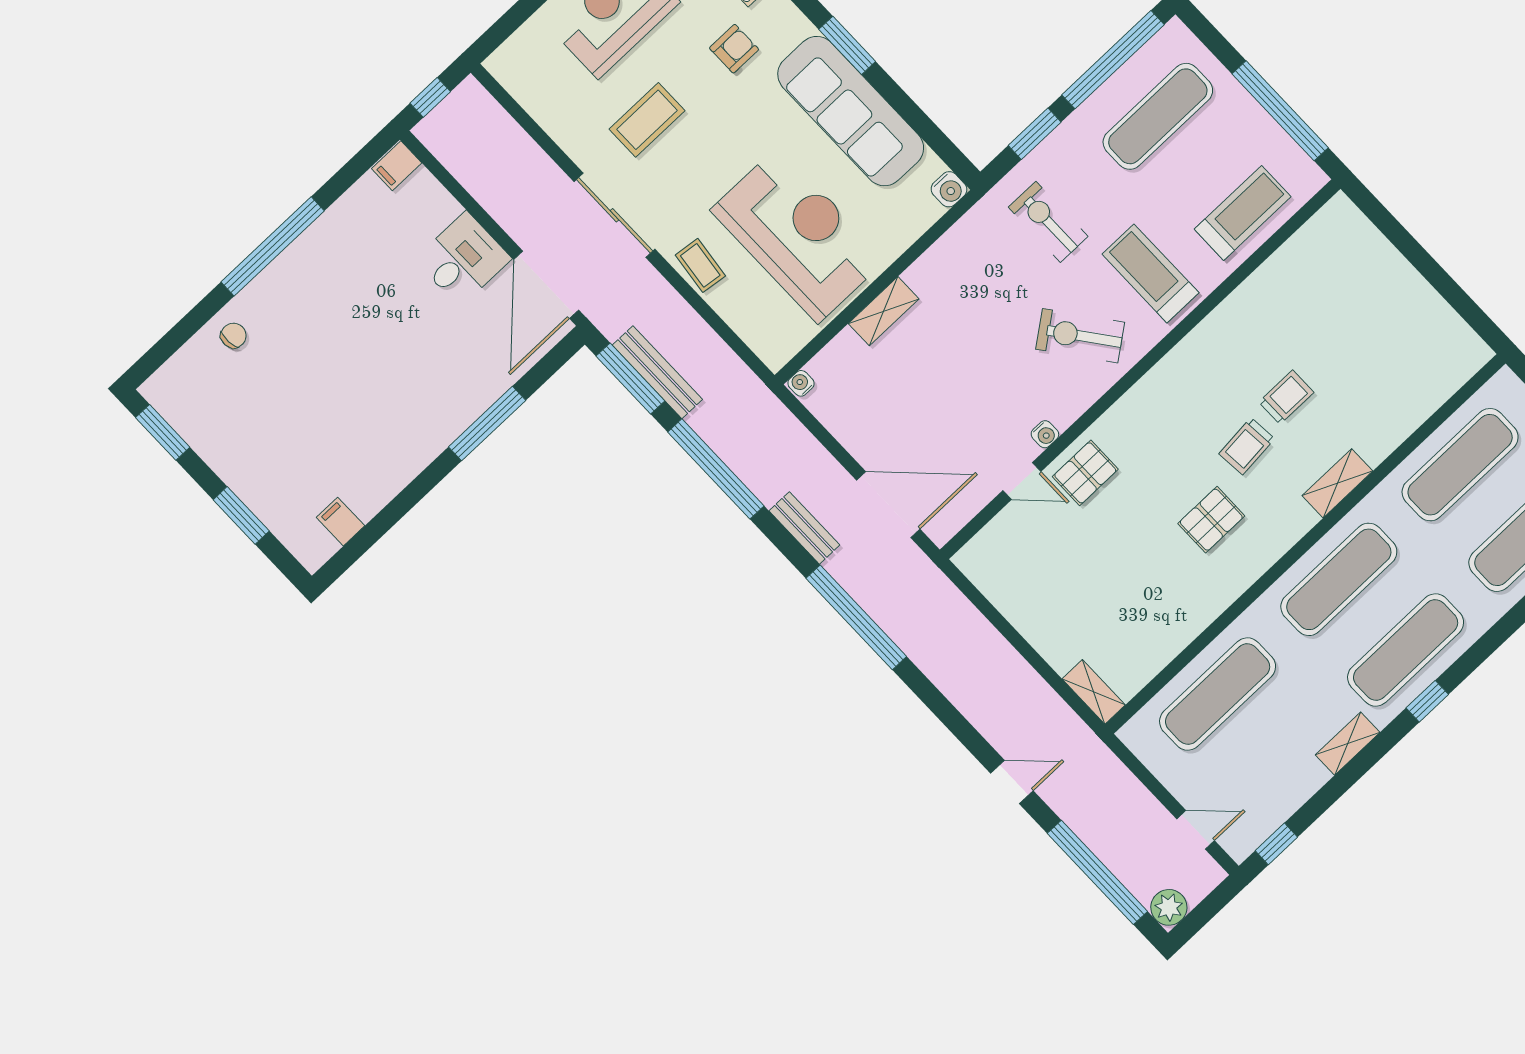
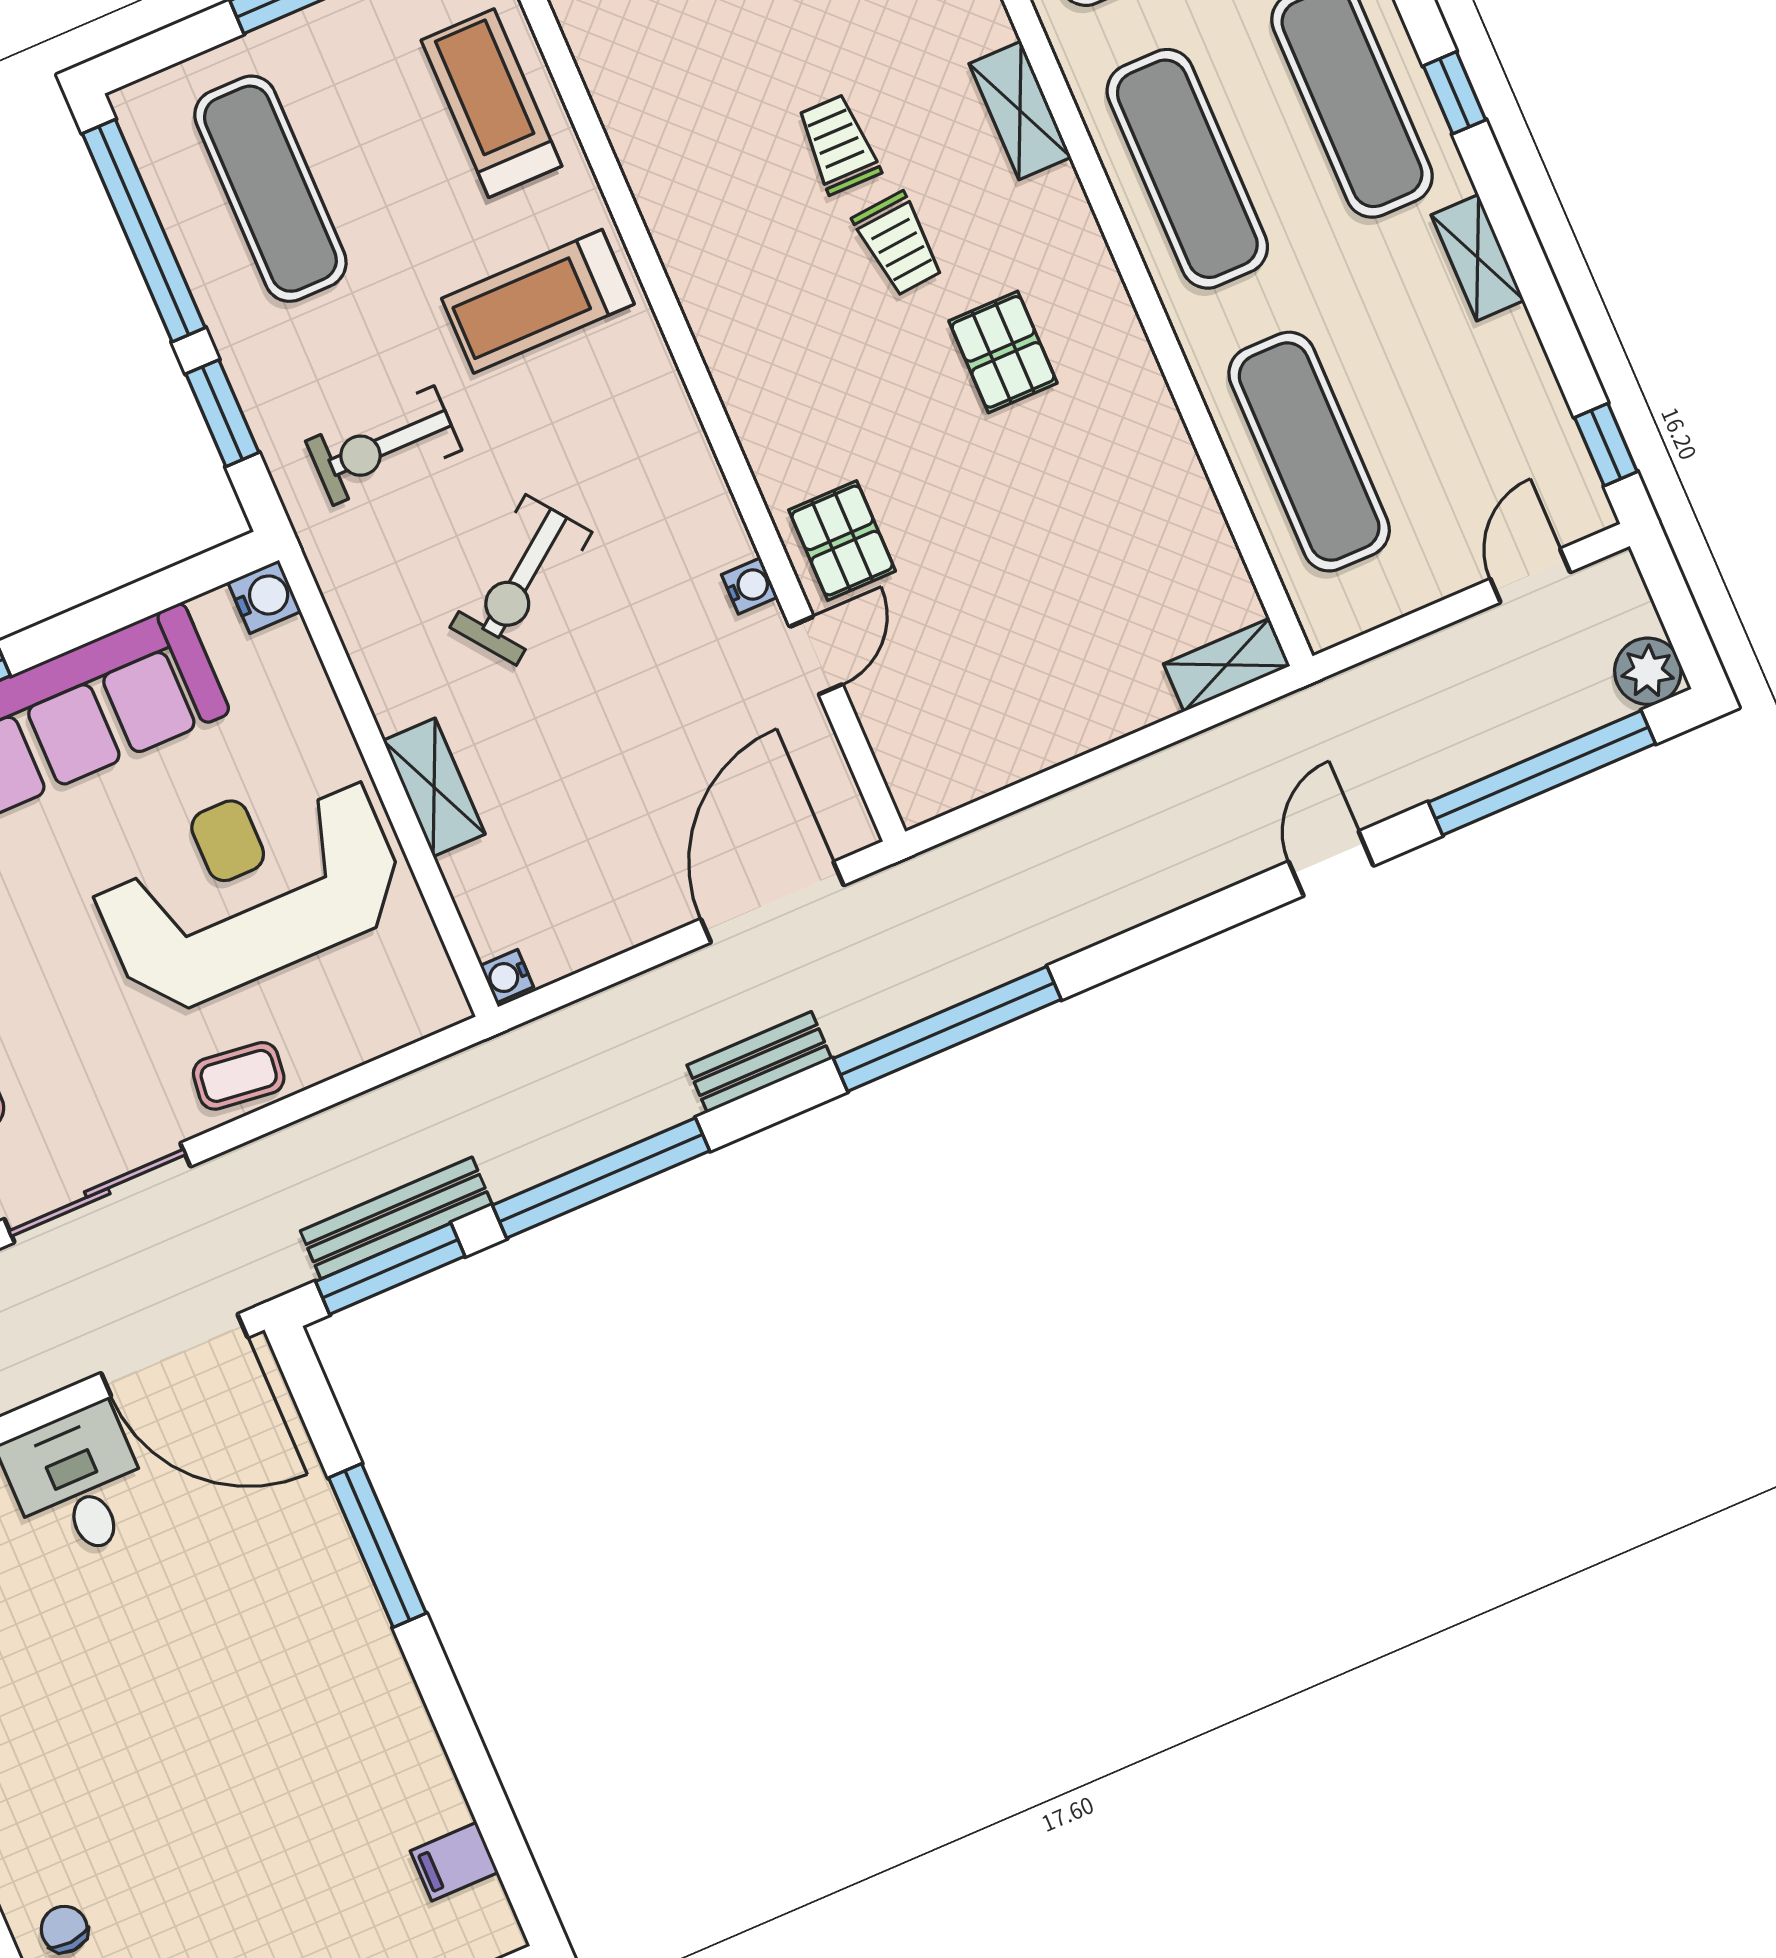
exercise bike: (1080, 336) -> (521, 580), moved

